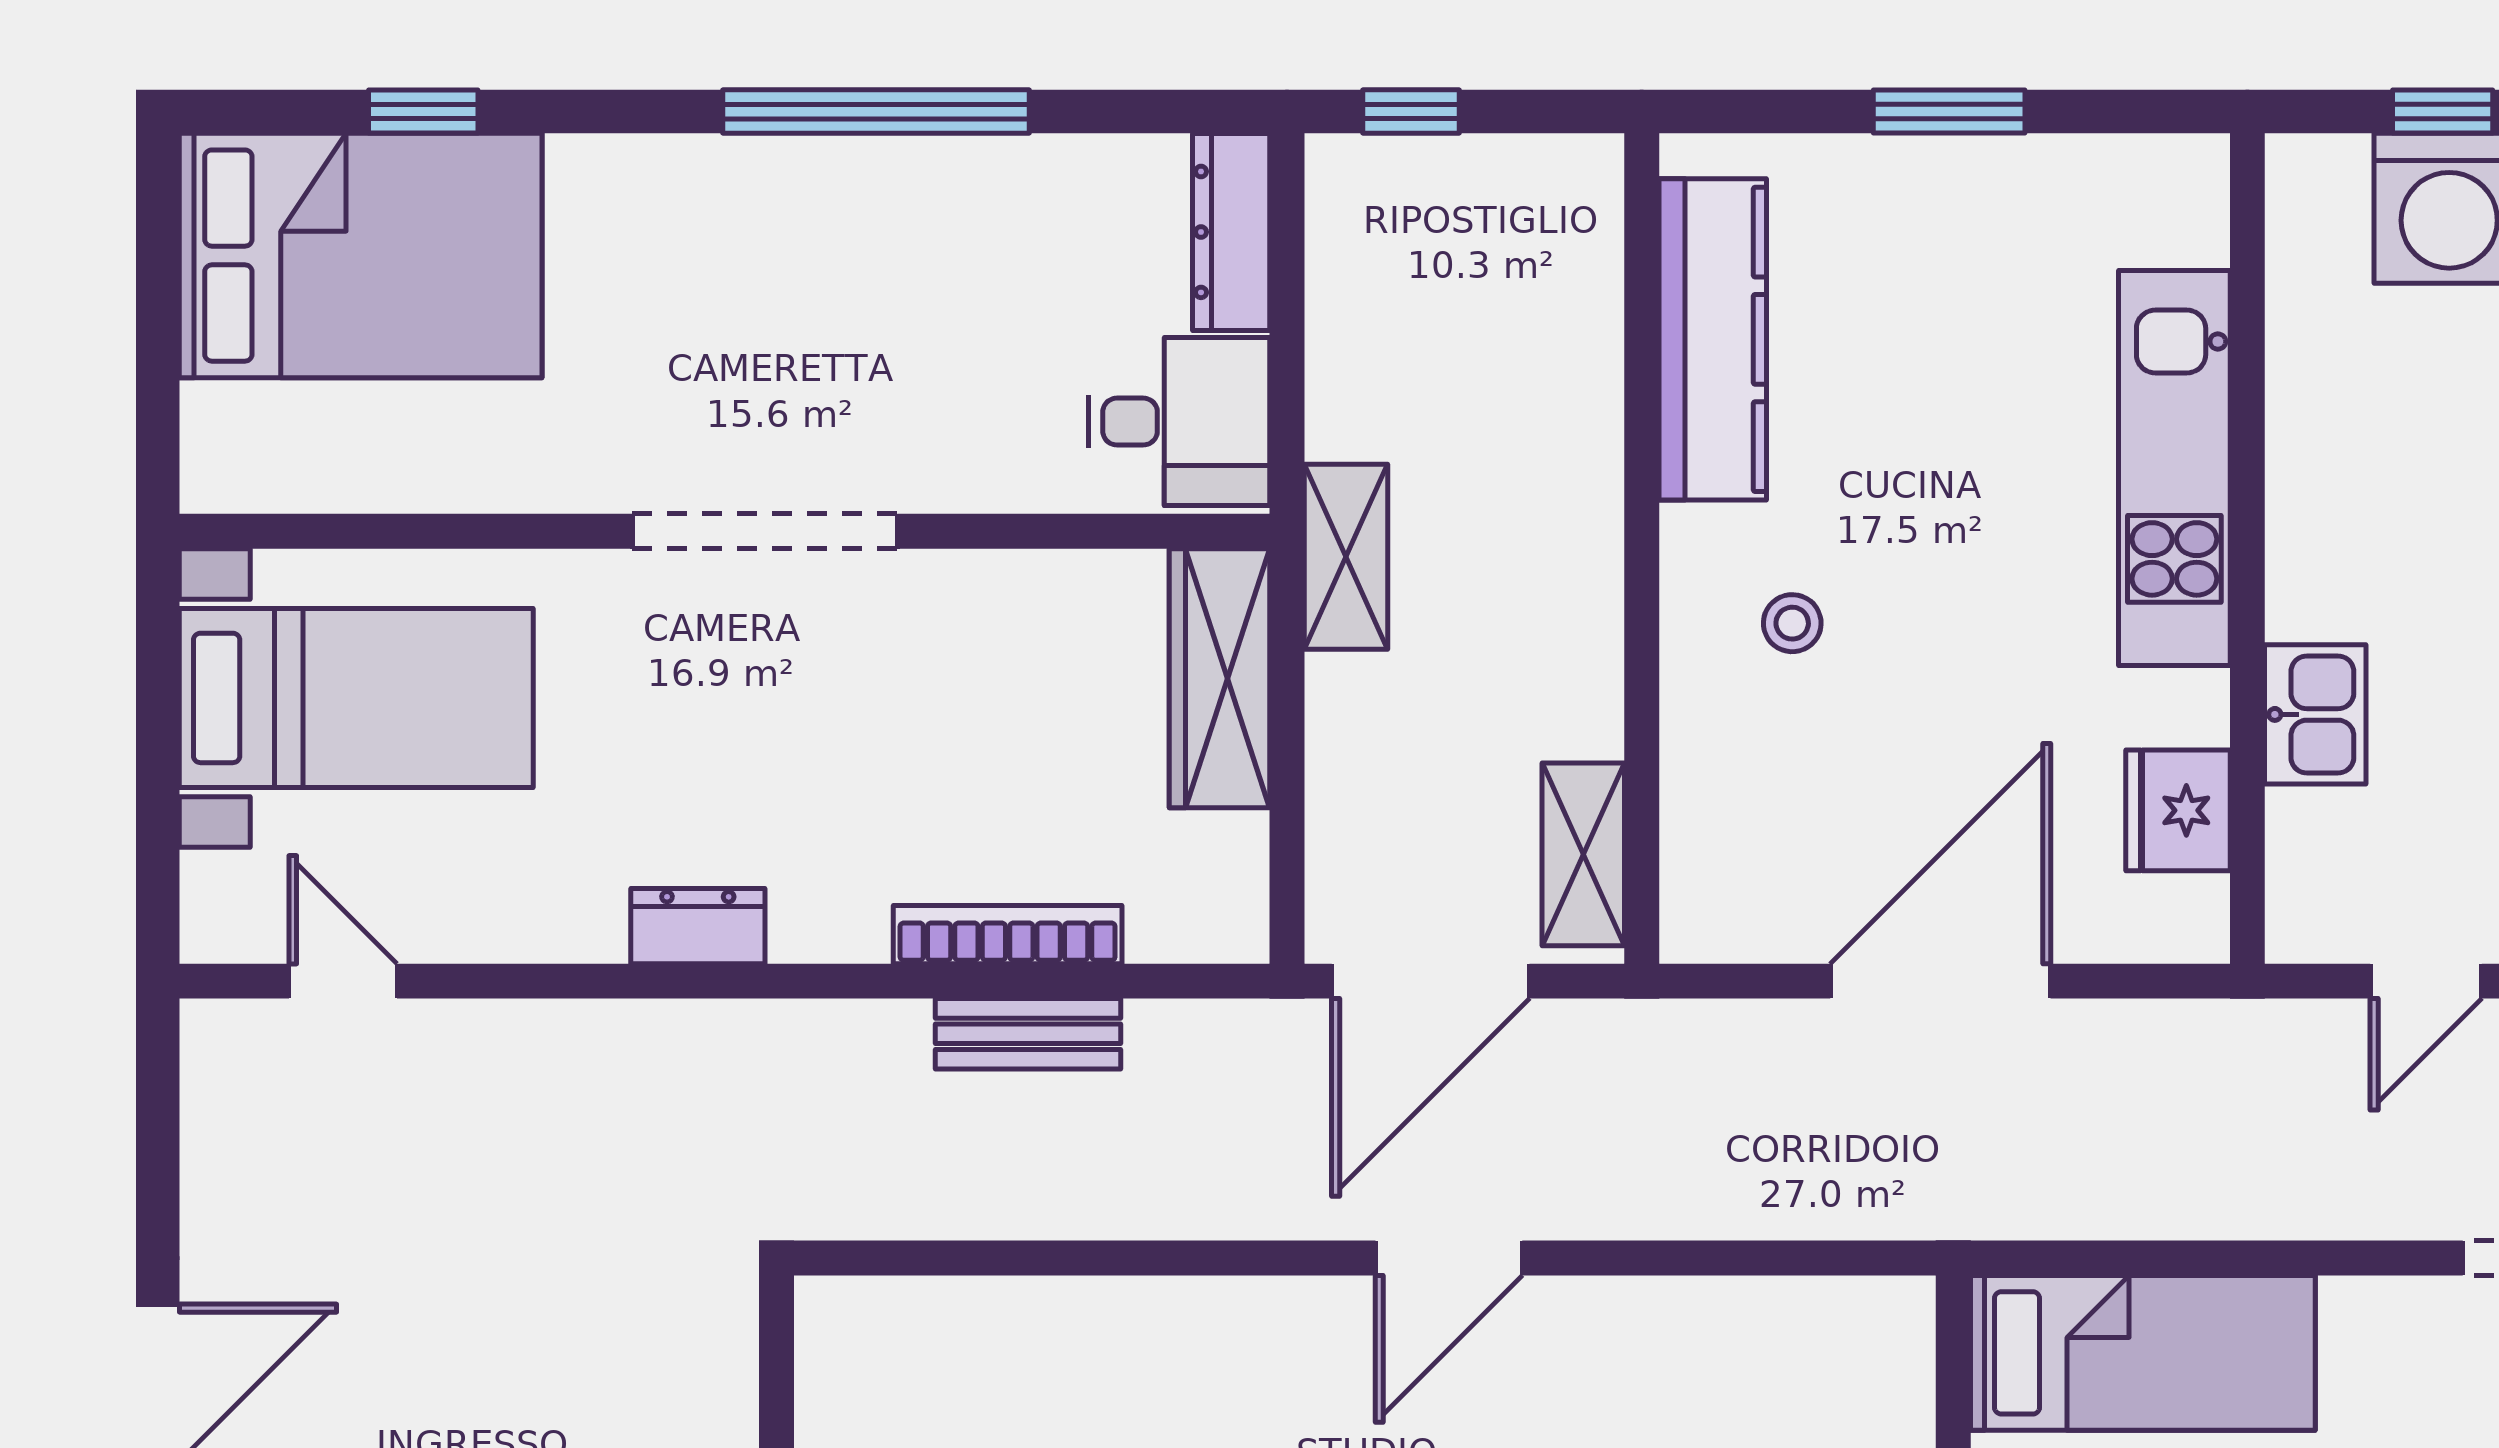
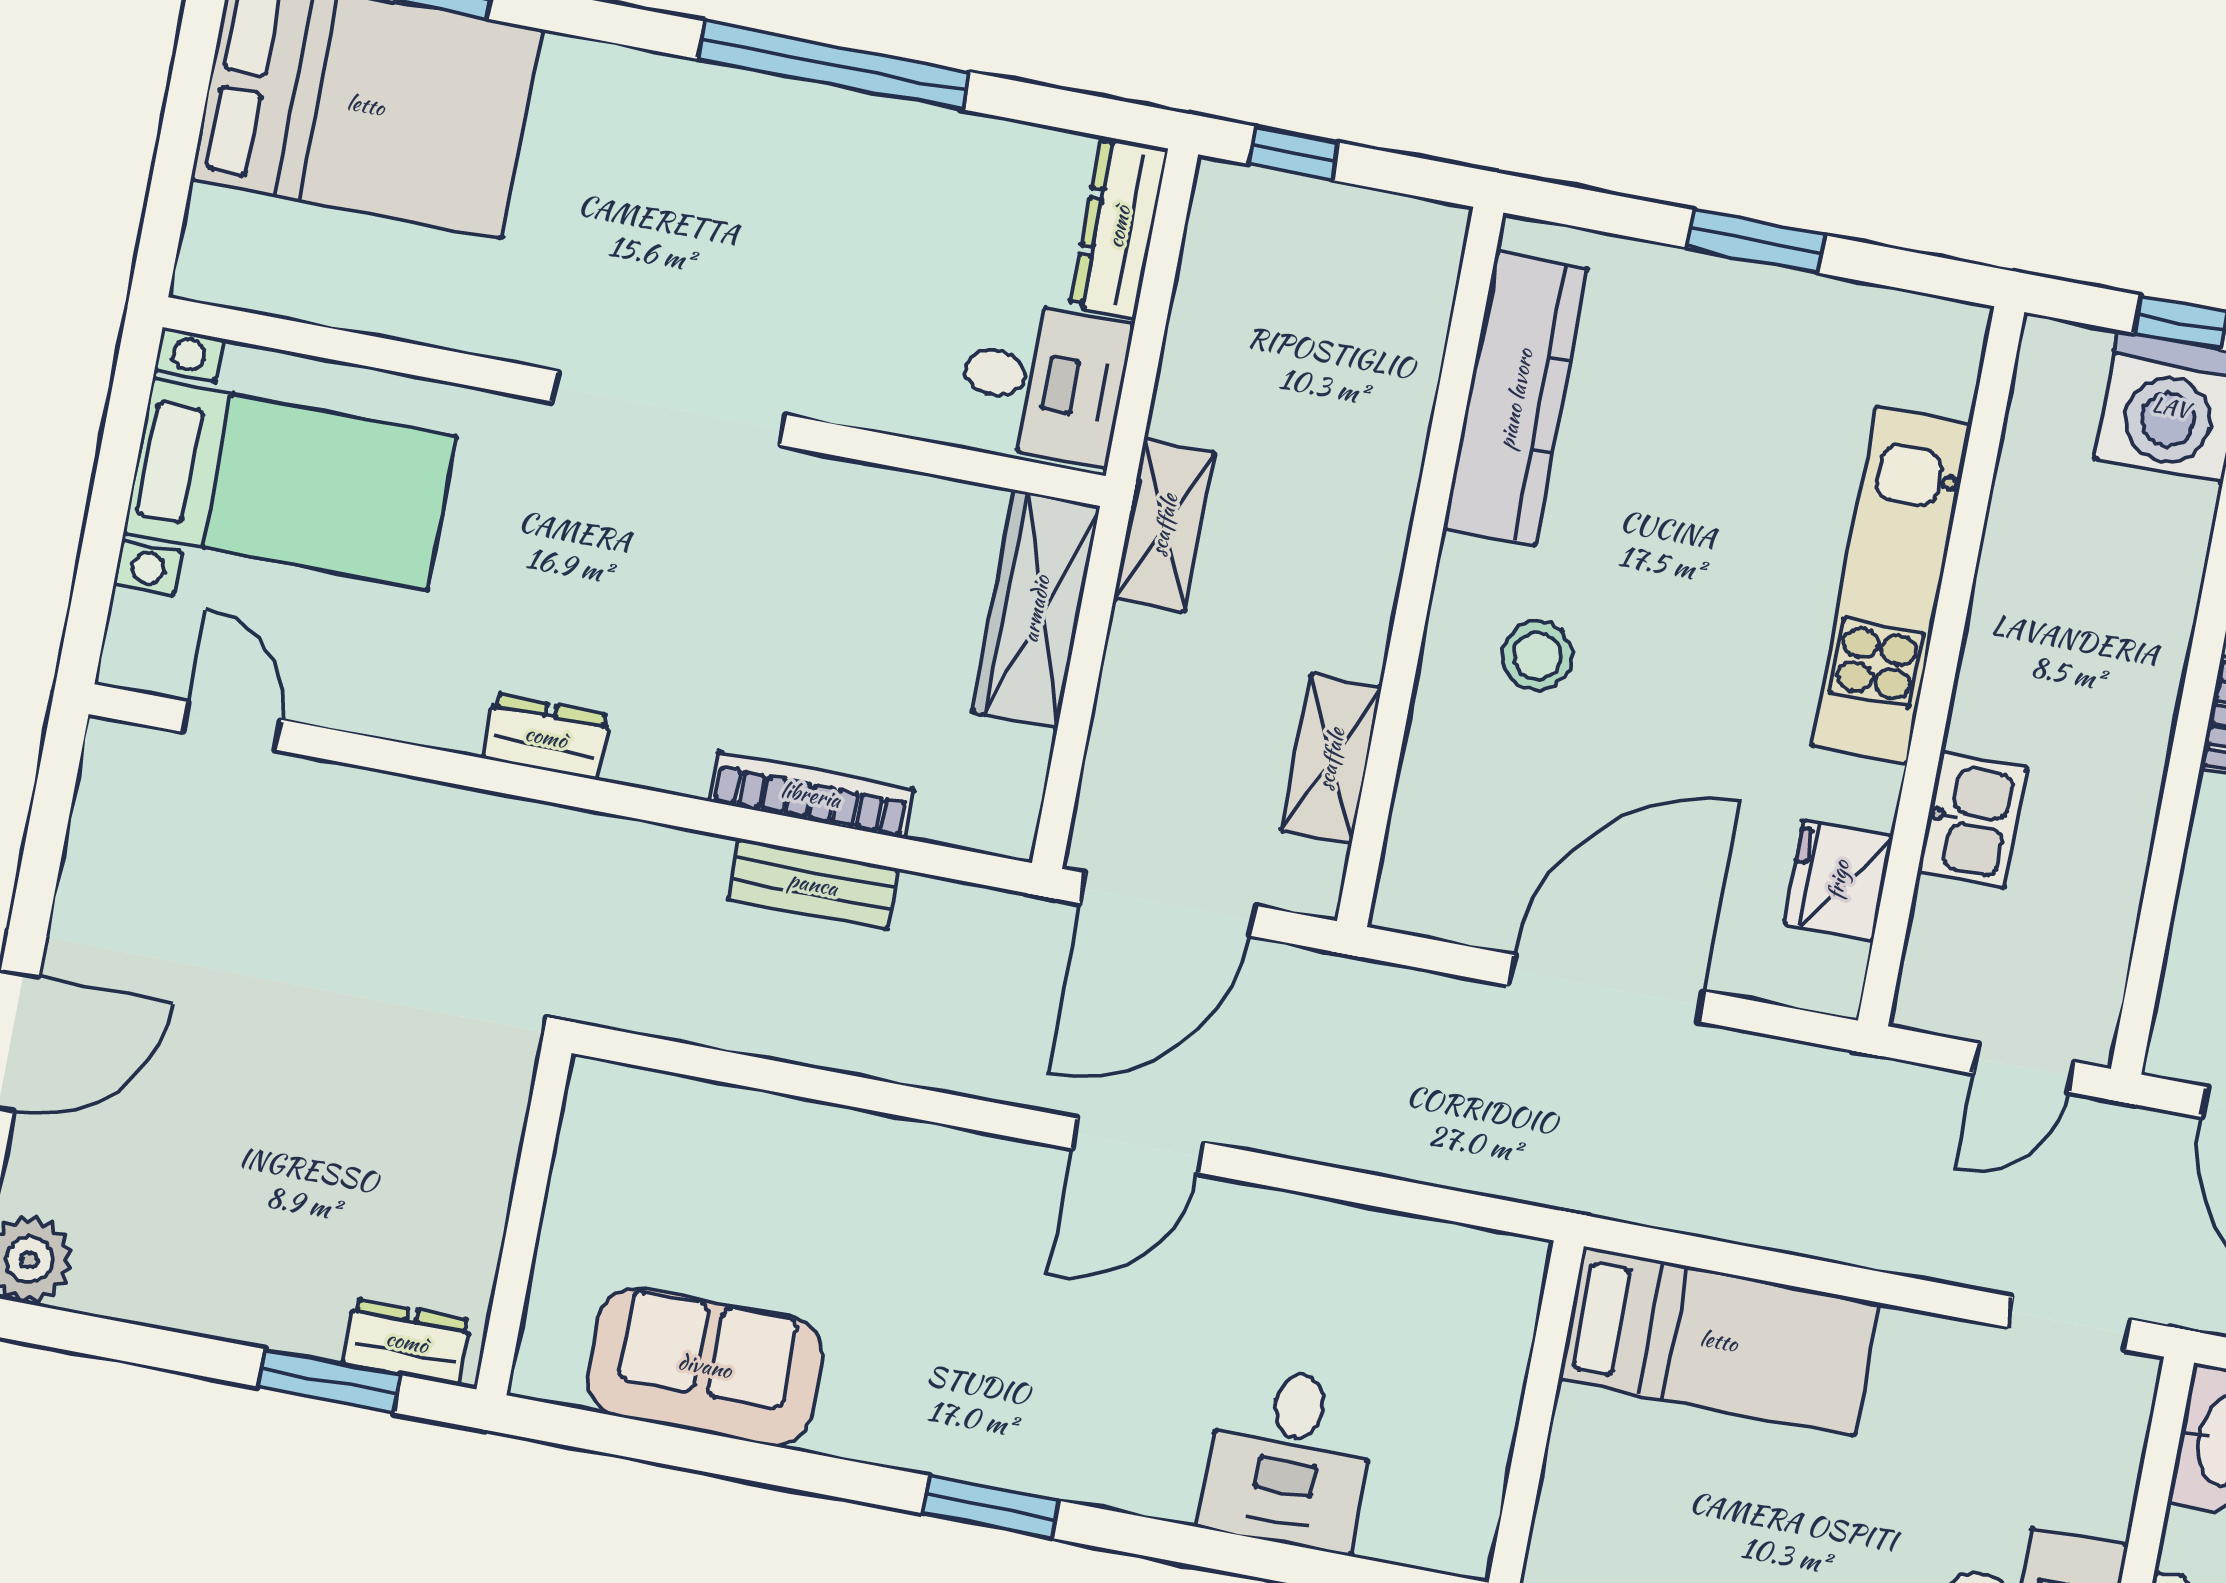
stool: (1792, 623) -> (1537, 656), width x1.37, depth x1.37
shelving: (1583, 854) -> (1331, 759), moved

